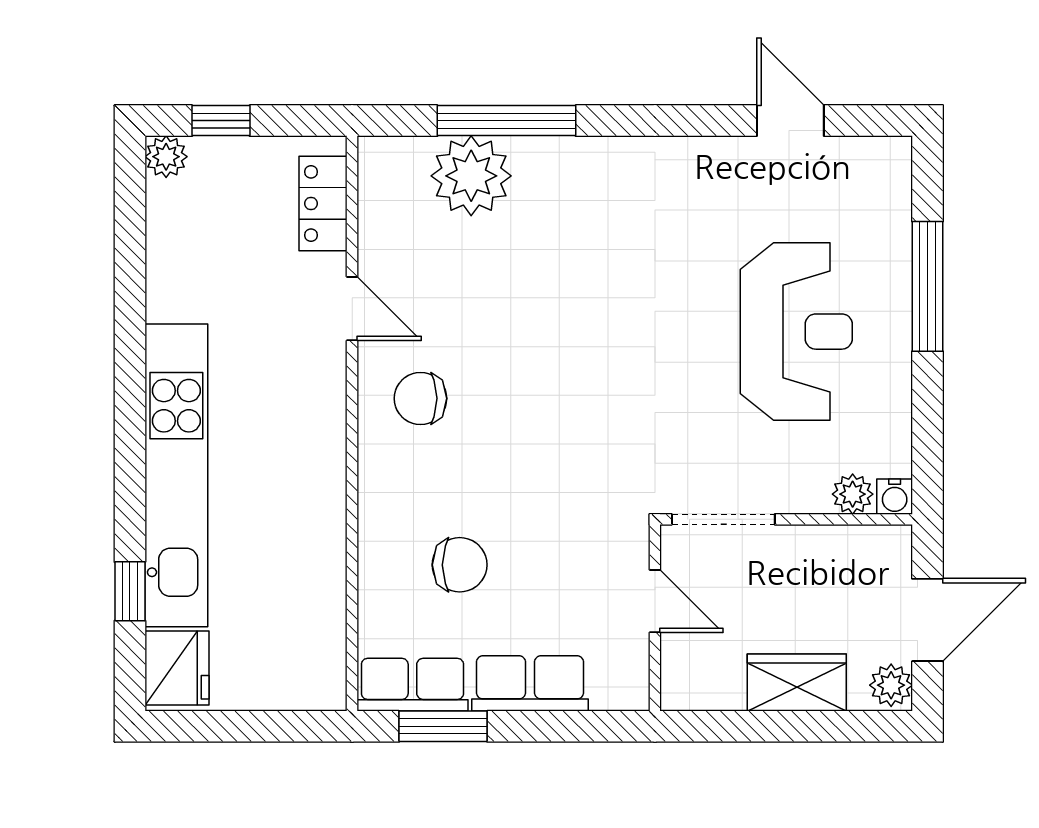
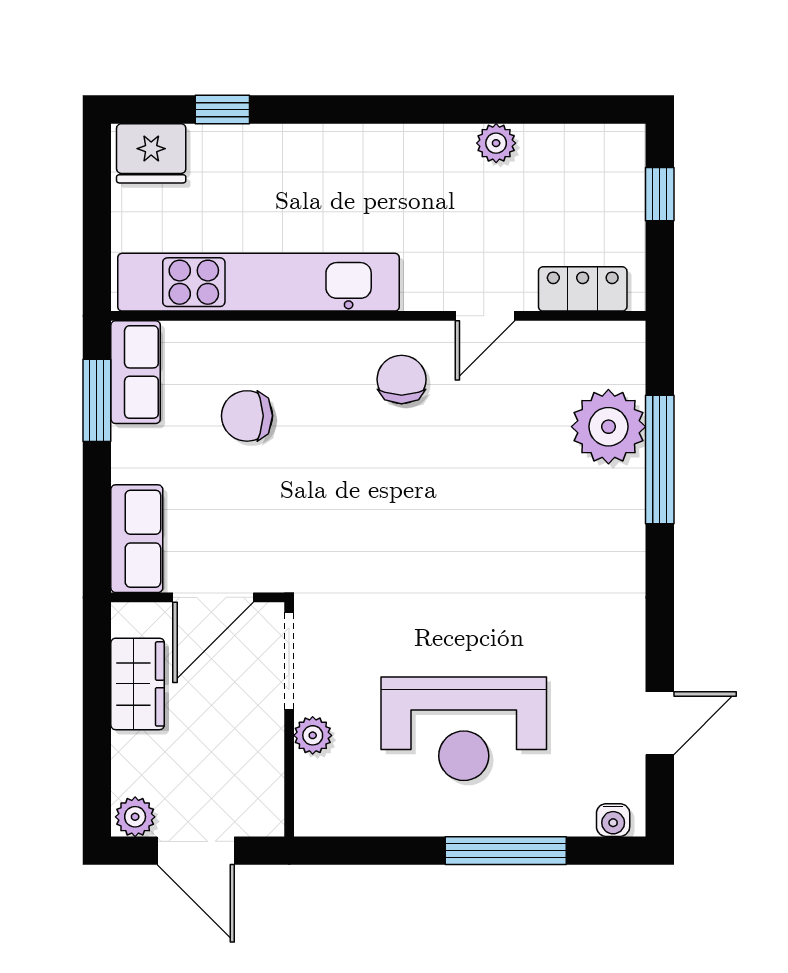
plant: (166, 157) -> (496, 143), moved
kitchen unit: (176, 475) -> (259, 282), moved, turned 180
plant: (853, 494) -> (313, 735), moved
water cooler: (895, 497) -> (613, 820), moved, turned -90
chair: (460, 565) -> (247, 416), turned 90
door: (655, 601) -> (213, 597), width x1.38
row of seats: (530, 683) -> (137, 539), moved
wardrobe: (797, 683) -> (138, 684), moved

